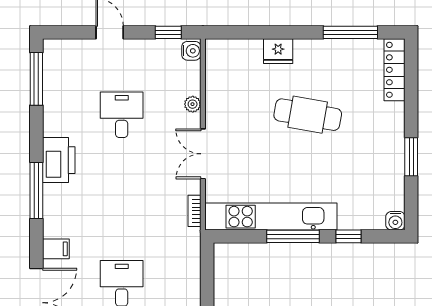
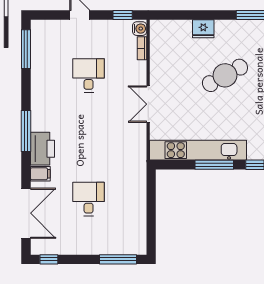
plant: (193, 104) -> (141, 68), removed
cafe table: (308, 115) -> (225, 75), turned -39
printer: (59, 160) -> (42, 149), moved
bookcase: (194, 211) -> (142, 48), moved

